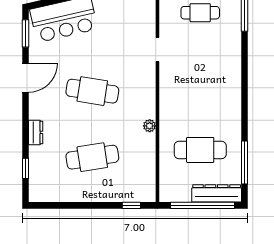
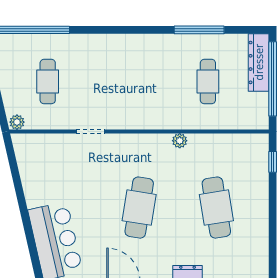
cafe table: (200, 150) -> (208, 82), width x0.73, depth x0.74
window: (244, 163) -> (199, 30), moved

